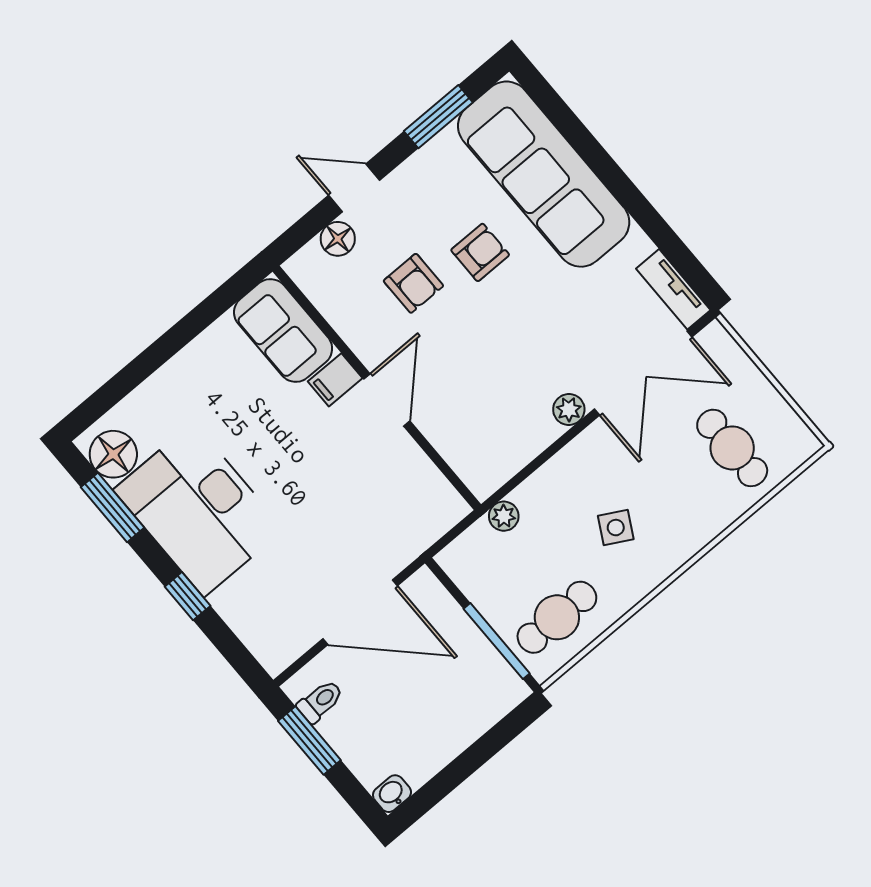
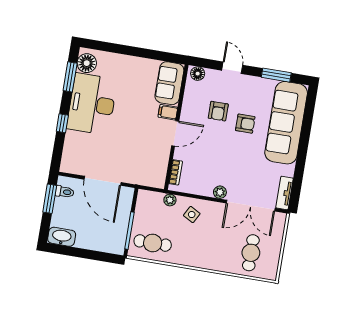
floor lamp: (338, 239) -> (198, 74), moved
bookcase: (461, 461) -> (176, 172), added
side table: (616, 528) -> (192, 215), moved
washbasin: (392, 794) -> (62, 237), width x1.91, depth x1.45

